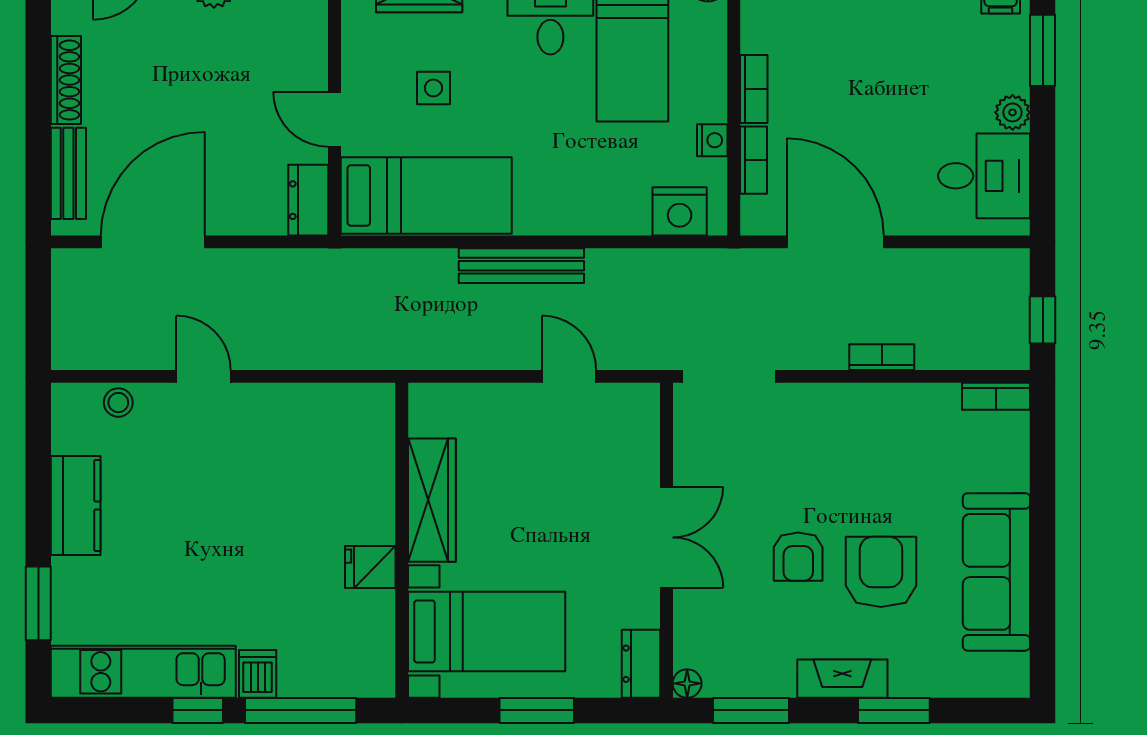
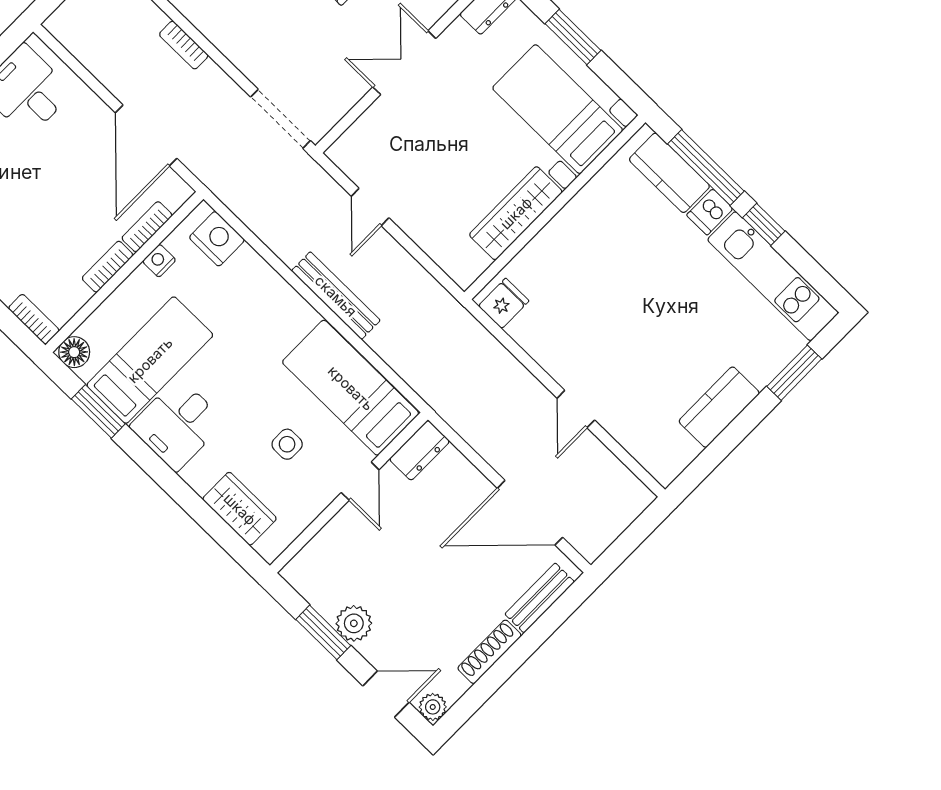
stool: (118, 403) -> (638, 441), removed
fridge: (370, 567) -> (504, 303), moved, turned -90
kitchen counter: (329, 673) -> (669, 173), added

